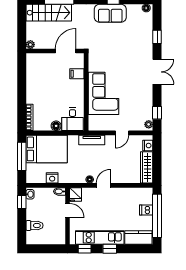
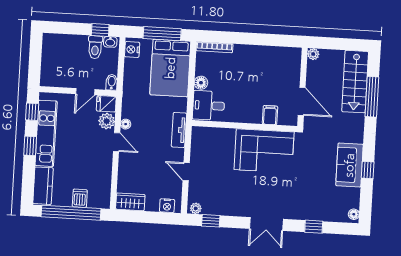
corner sofa: (103, 93) -> (264, 151), moved
wardrobe: (147, 167) -> (130, 202), width x0.67
nightstand: (52, 178) -> (132, 50), moved
plant: (88, 194) -> (107, 121), added
toilet: (34, 225) -> (95, 47), moved

